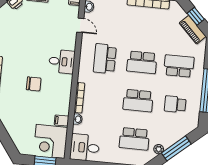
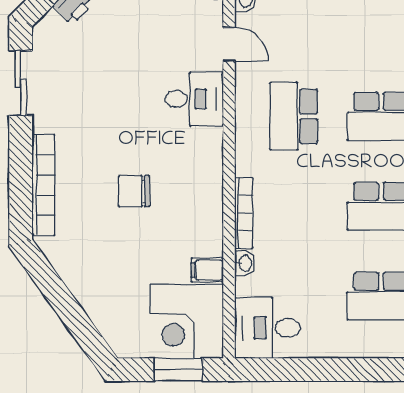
desk: (62, 62) -> (194, 99), moved
chair: (34, 84) -> (134, 191), turned 180

